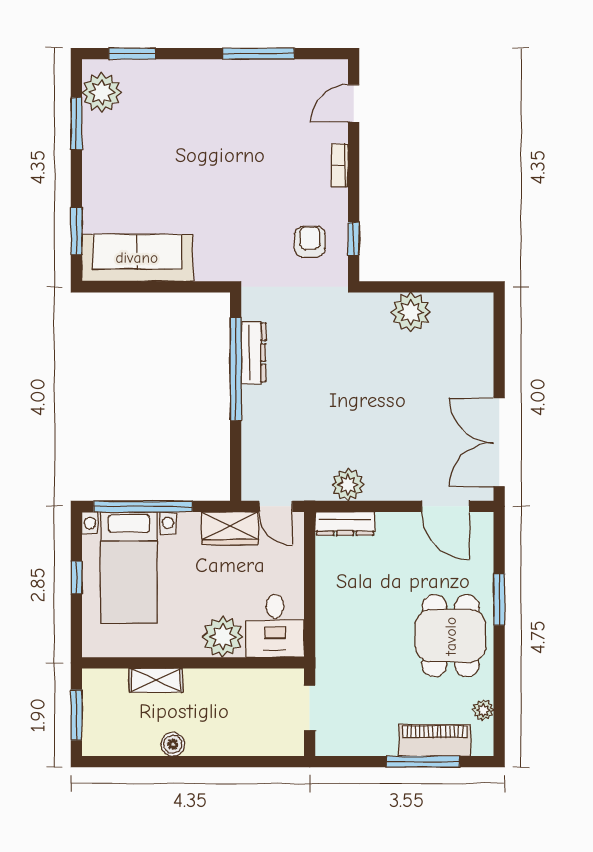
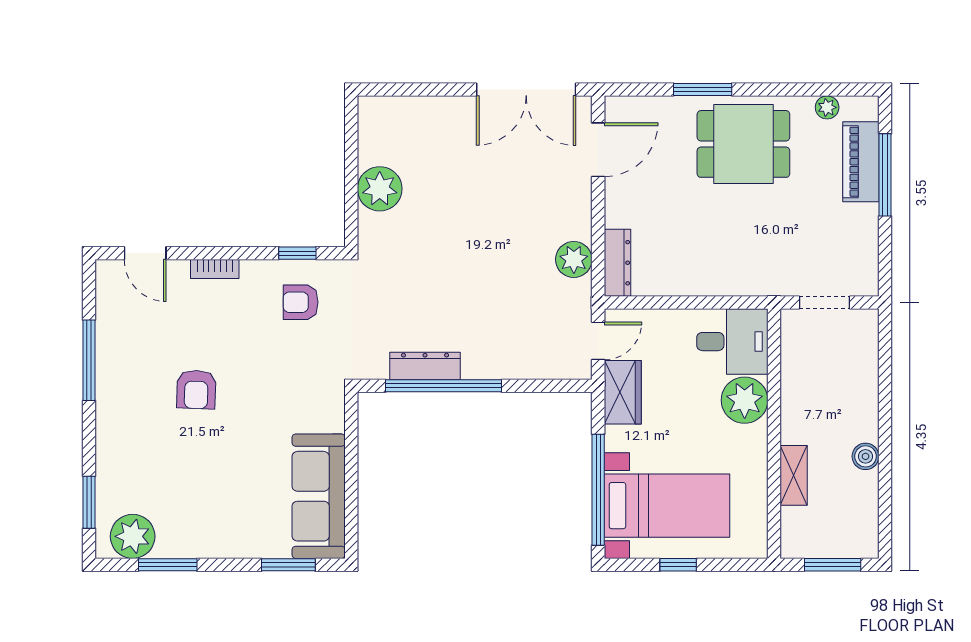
armchair: (232, 149) -> (196, 390), added

